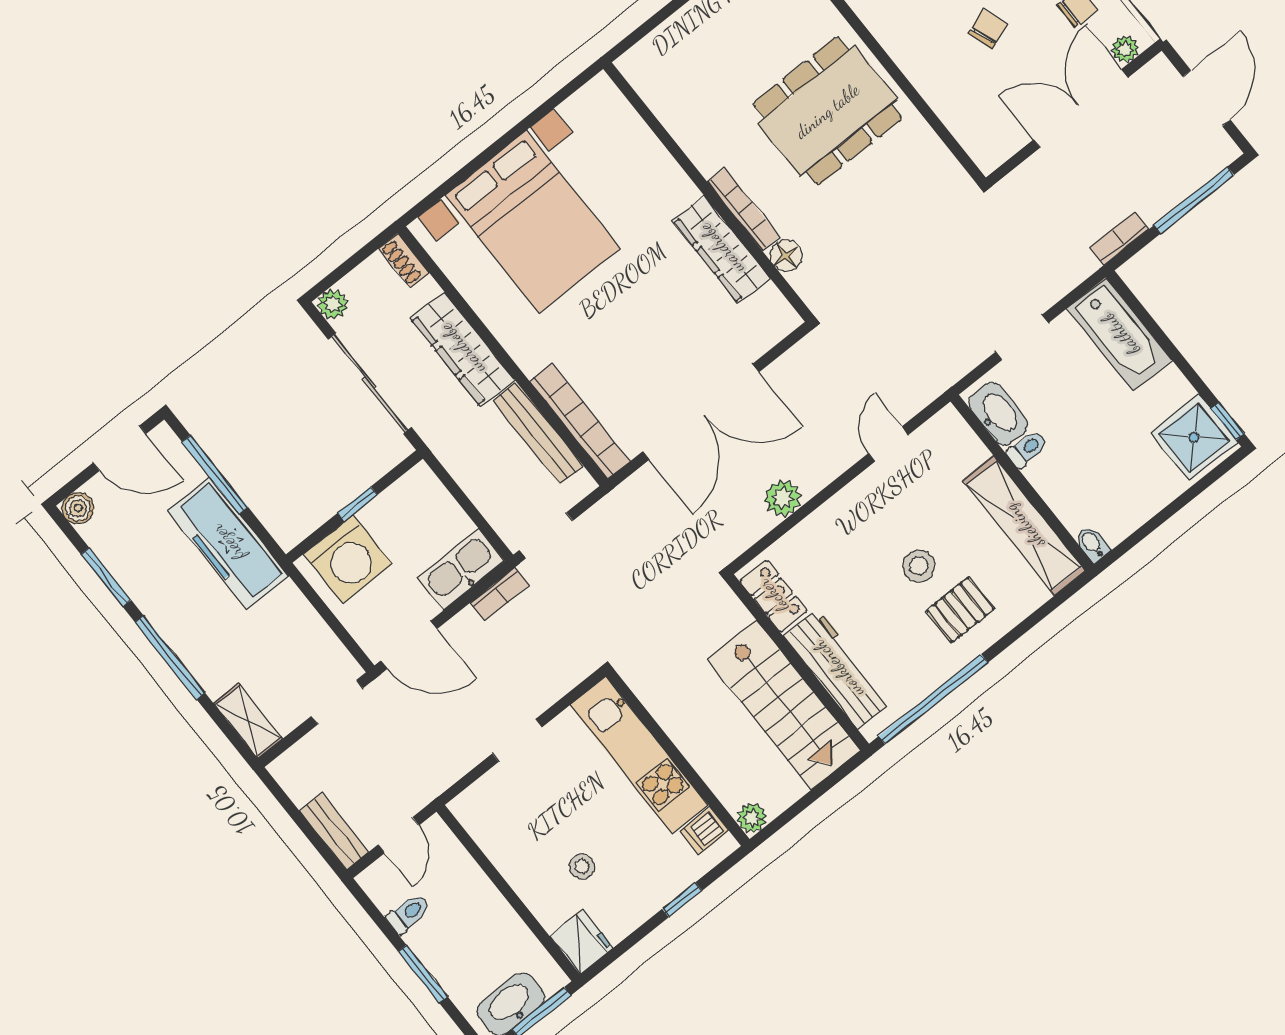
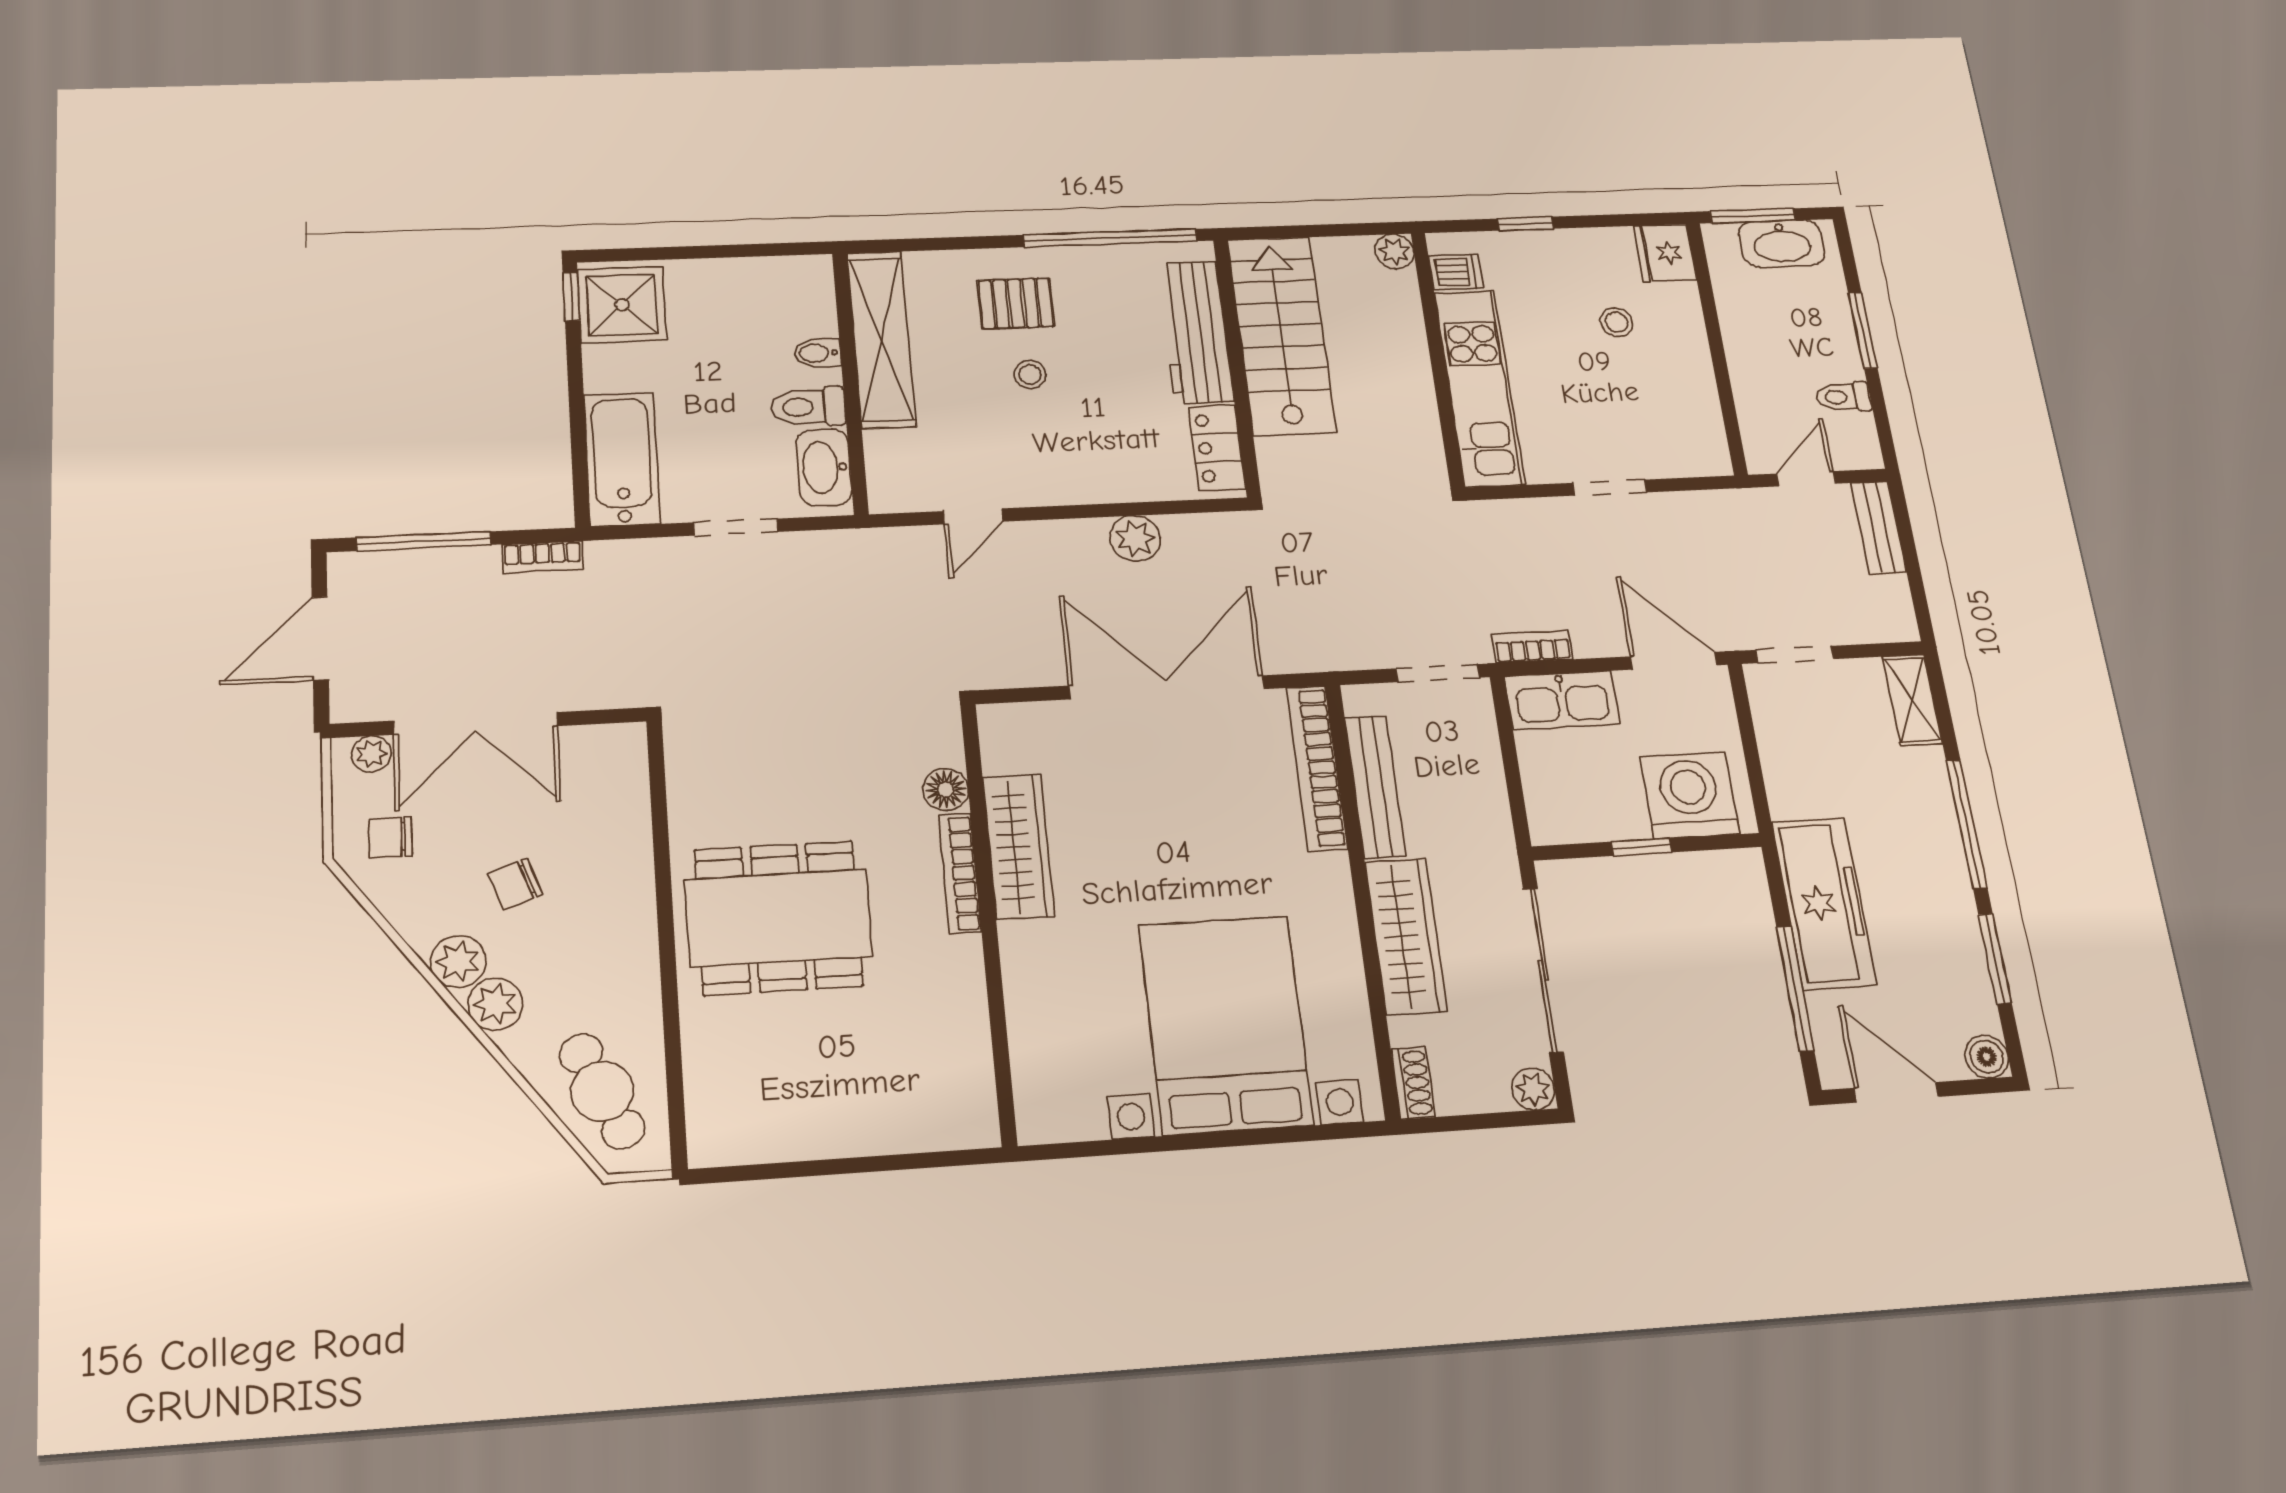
toilet: (1027, 449) -> (808, 407), width x1.37, depth x1.39
bidet: (1092, 544) -> (817, 353), moved, turned 90
stool: (919, 566) -> (1030, 374), width x0.73, depth x0.73

